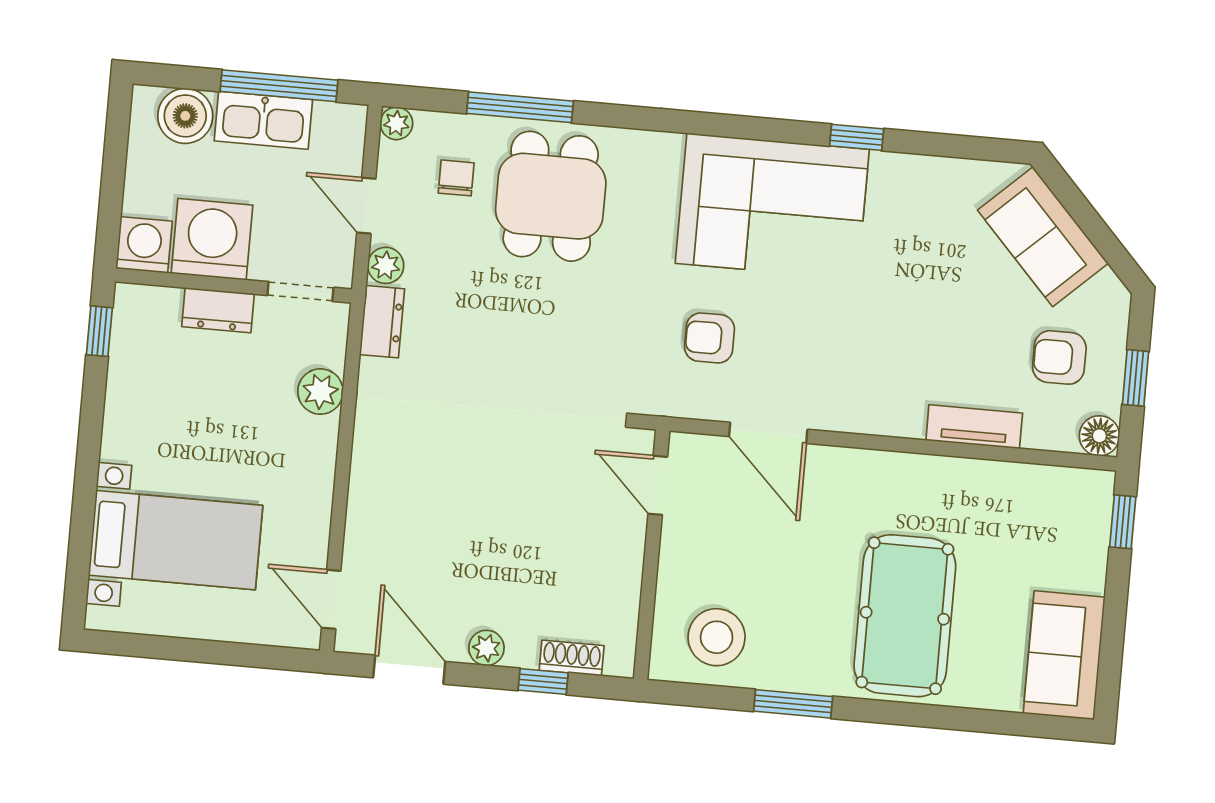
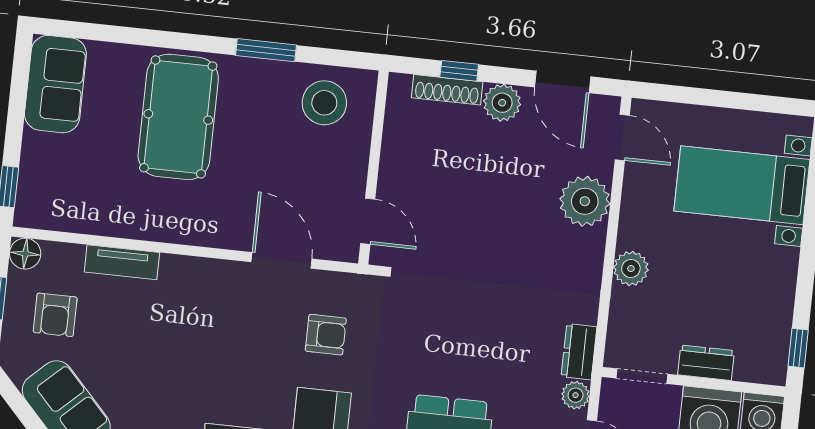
armchair: (1059, 357) -> (55, 315), turned 90
plant: (320, 392) -> (631, 268), moved
plant: (378, 516) -> (585, 201), added
plant: (486, 648) -> (502, 103), width x1.38, depth x1.38
shoe rack: (572, 658) -> (447, 90), width x1.43

